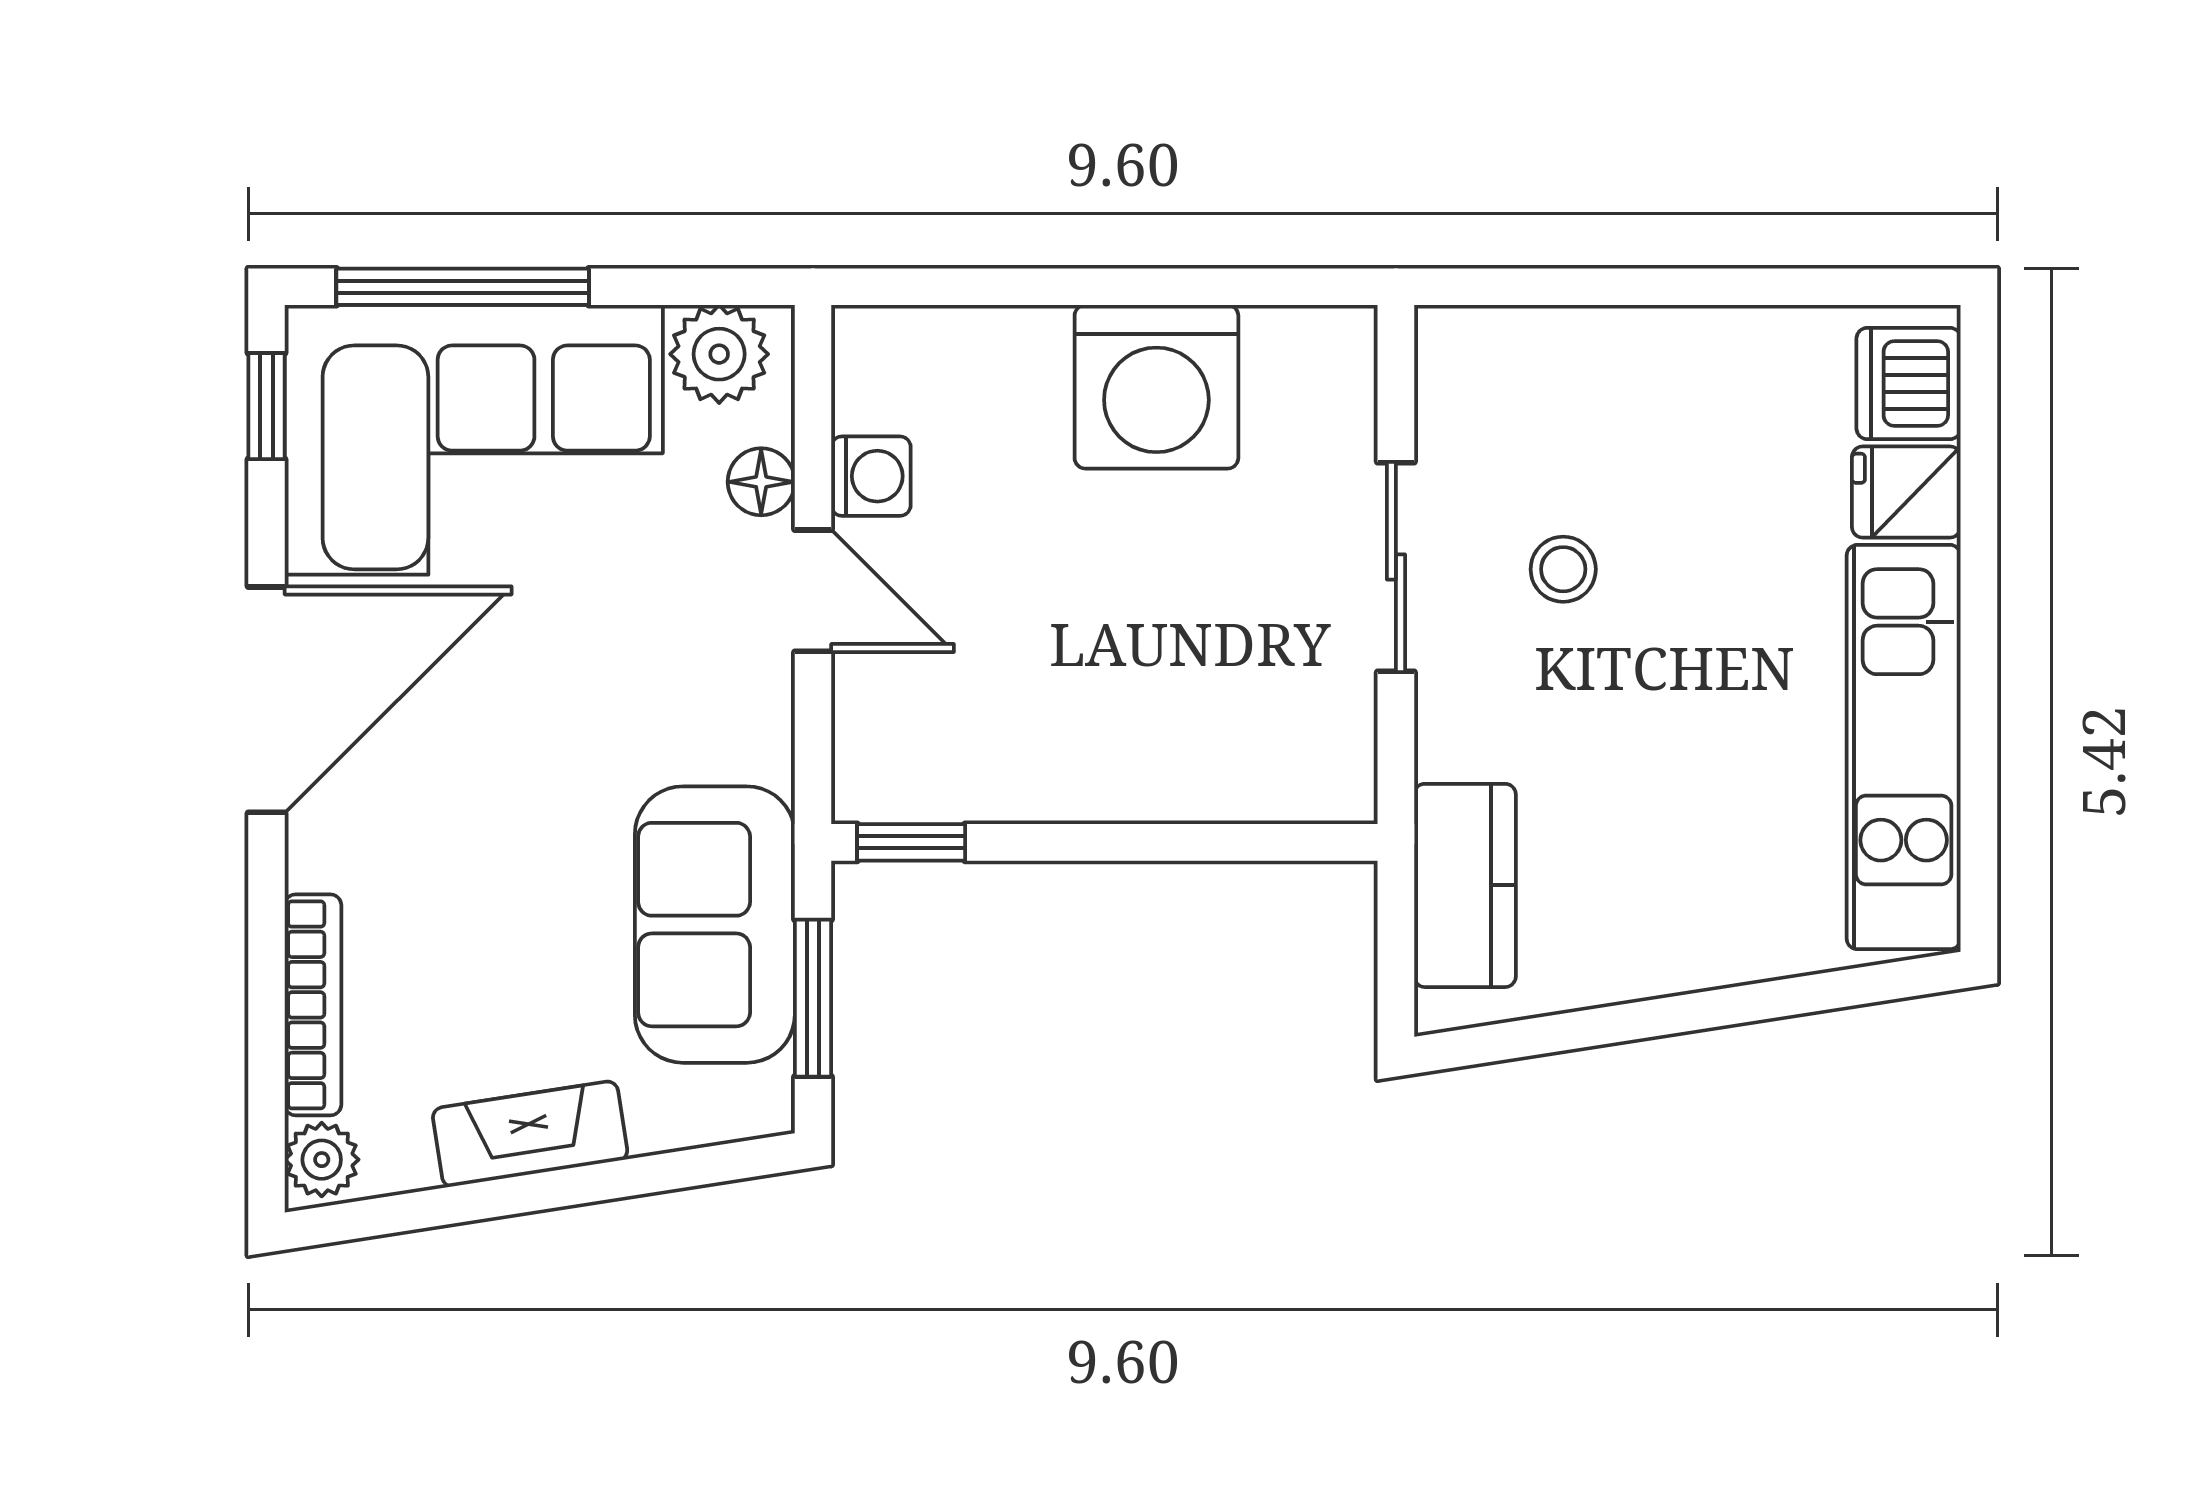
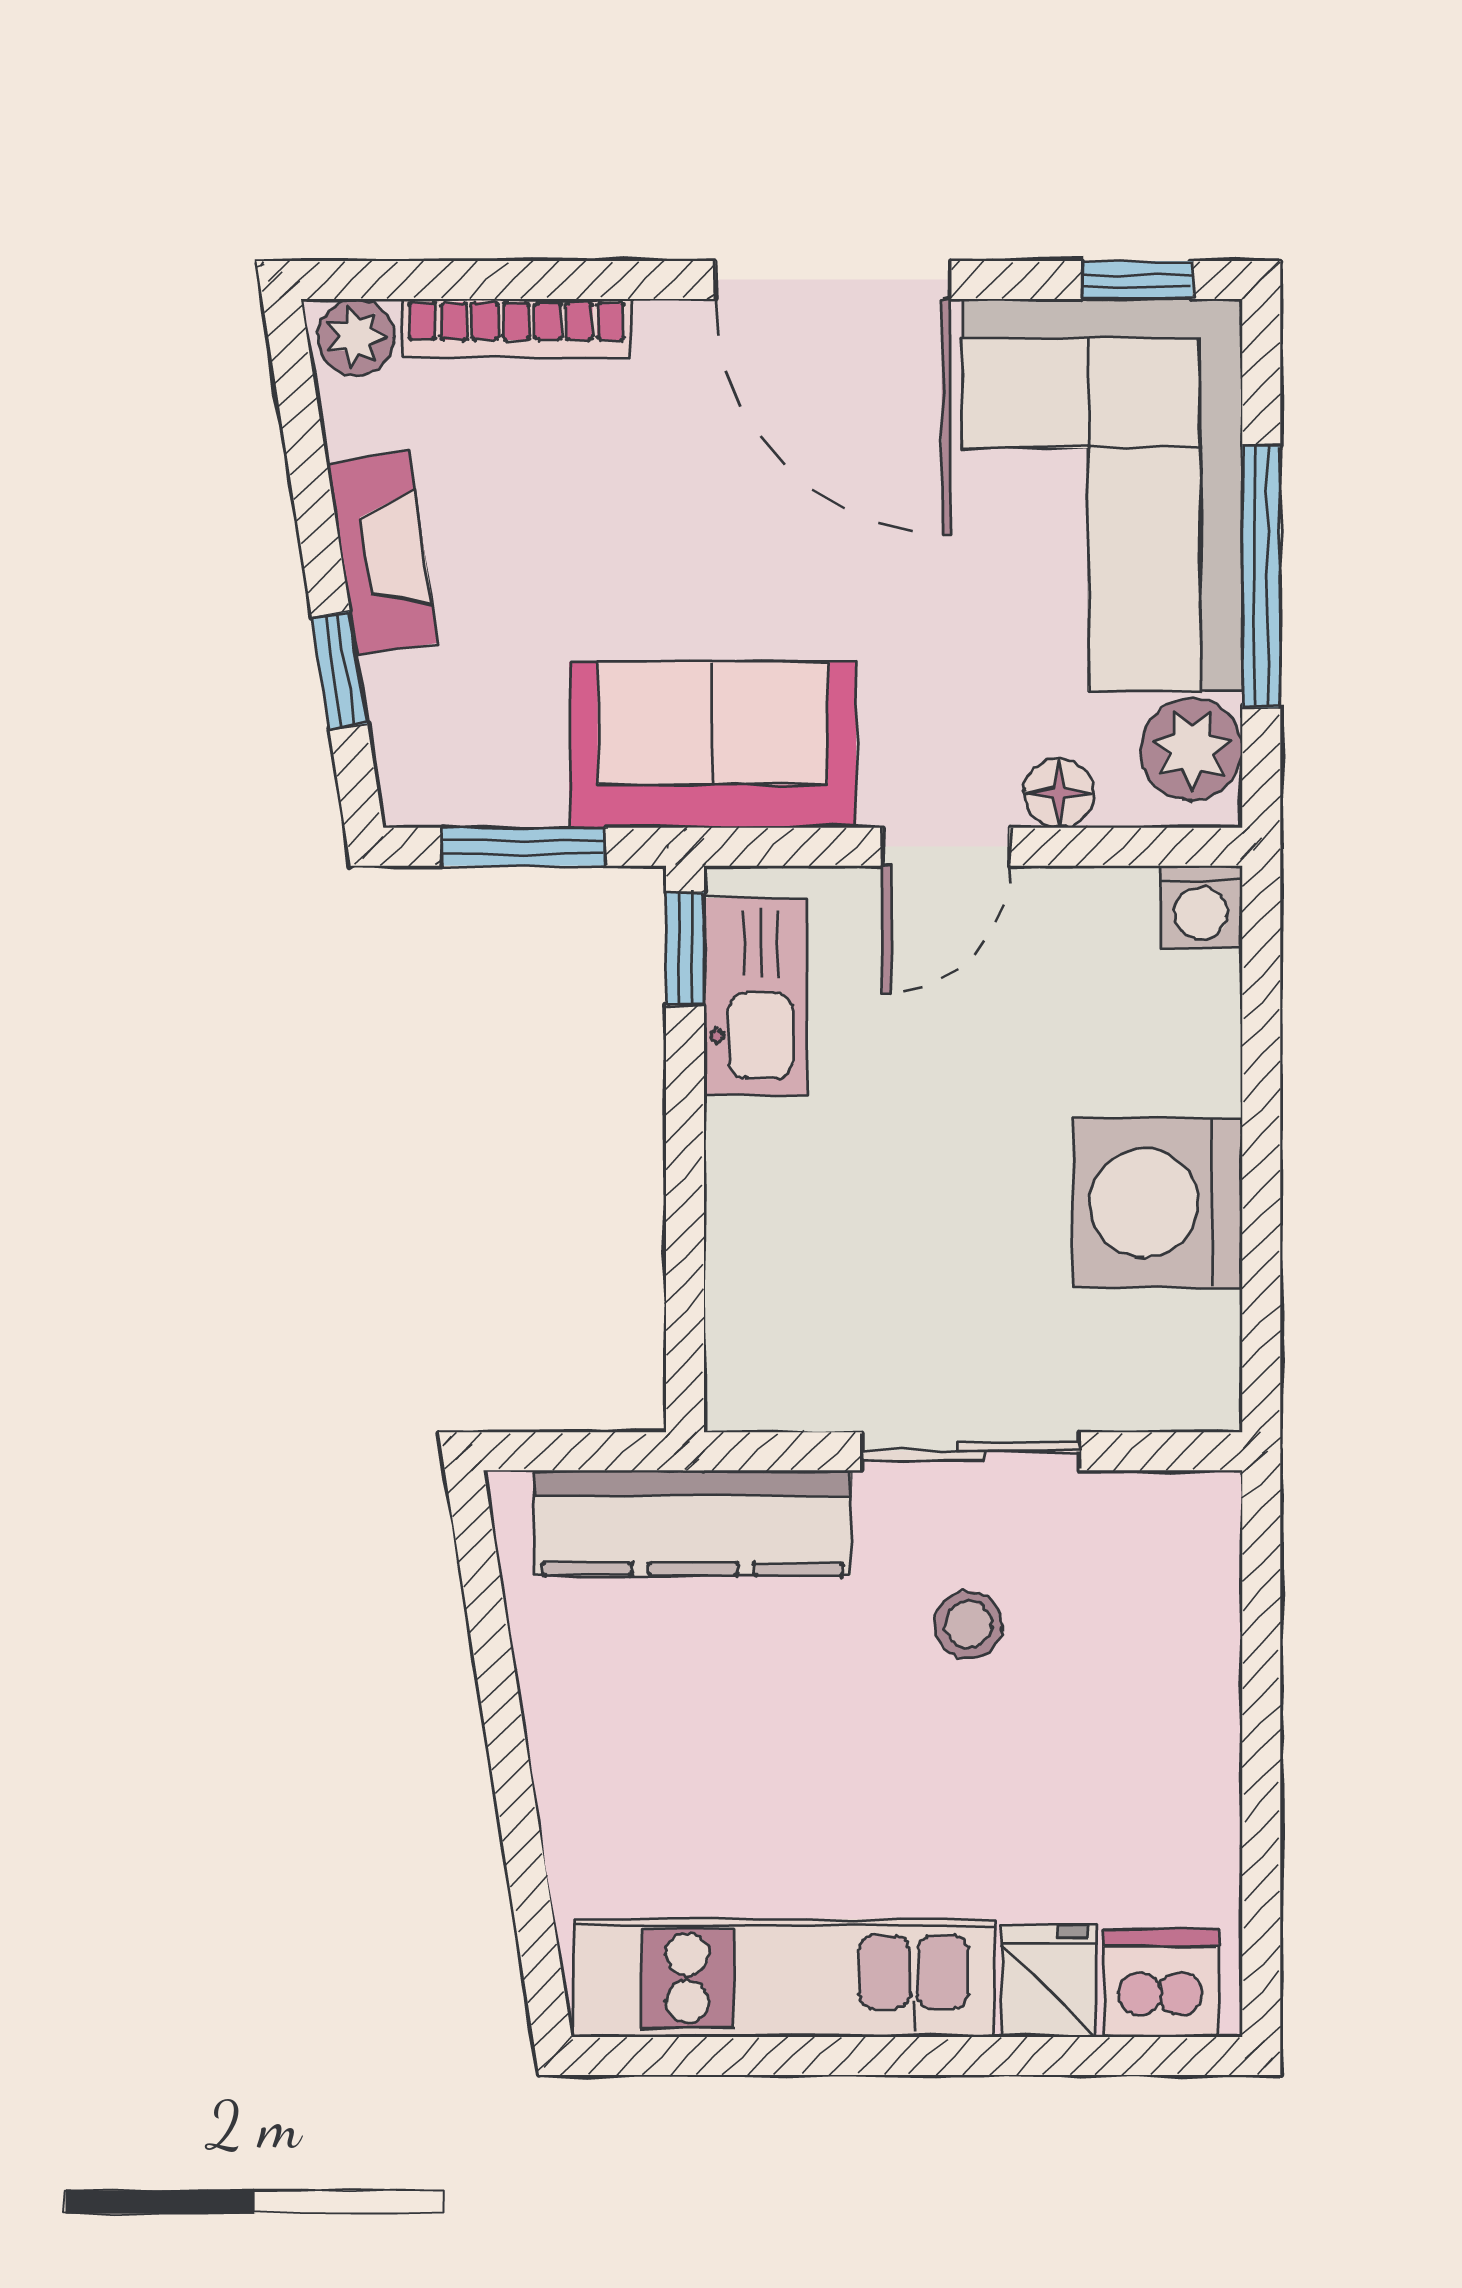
window: (463, 287) -> (1261, 576), moved
washing machine: (871, 476) -> (1201, 907), moved
kitchen sink: (957, 774) -> (756, 996), added
kitchen counter: (1465, 885) -> (693, 1523), width x1.50
sofa: (715, 925) -> (713, 745), moved
window: (643, 1175) -> (340, 670), added

